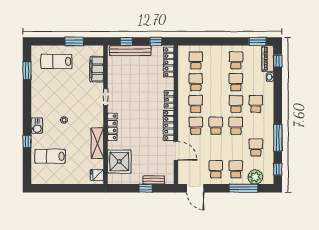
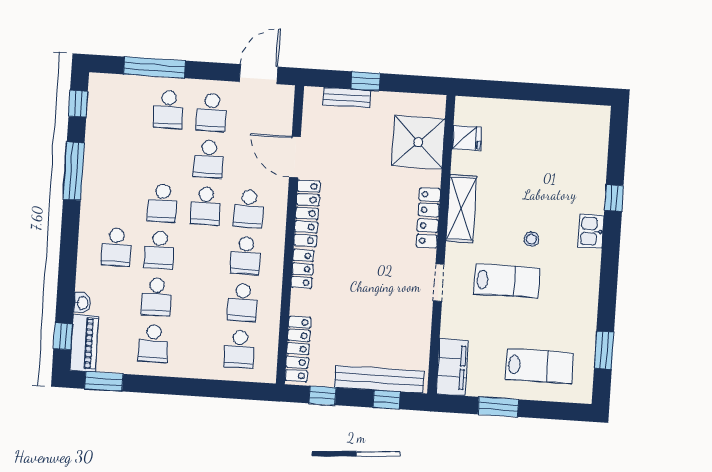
filing cabinet: (97, 69) -> (452, 367), moved
shelving: (97, 143) -> (461, 209), moved
school desk: (256, 147) -> (209, 159), moved
lab bench: (50, 156) -> (507, 281), moved
fridge: (97, 175) -> (467, 138), moved
plant: (255, 177) -> (128, 90), removed
door: (195, 188) -> (259, 74), hinge flipped

